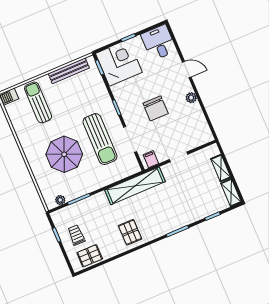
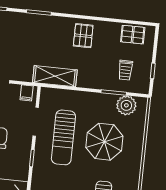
sun lounger: (100, 139) -> (63, 137), turned 180
shelving: (135, 186) -> (55, 76), width x0.68
plant: (60, 200) -> (126, 105), width x1.88, depth x1.88
trolley: (76, 235) -> (125, 70), moved

